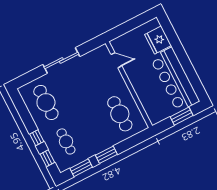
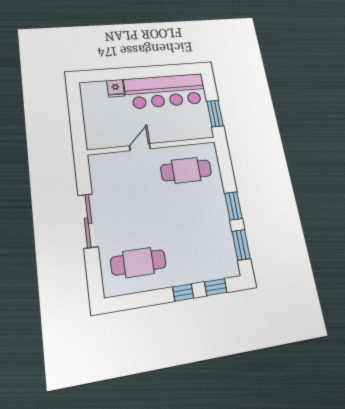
fridge: (158, 40) -> (116, 88), width x0.53, depth x0.75
door: (116, 60) -> (140, 147), moved
window: (182, 116) -> (215, 114), moved
cafe table: (66, 141) -> (201, 253), removed

